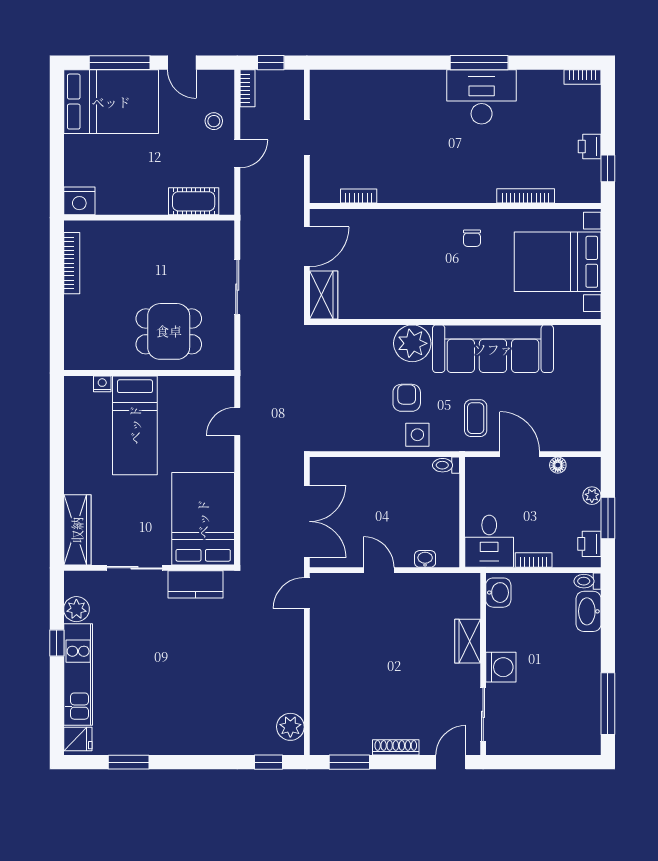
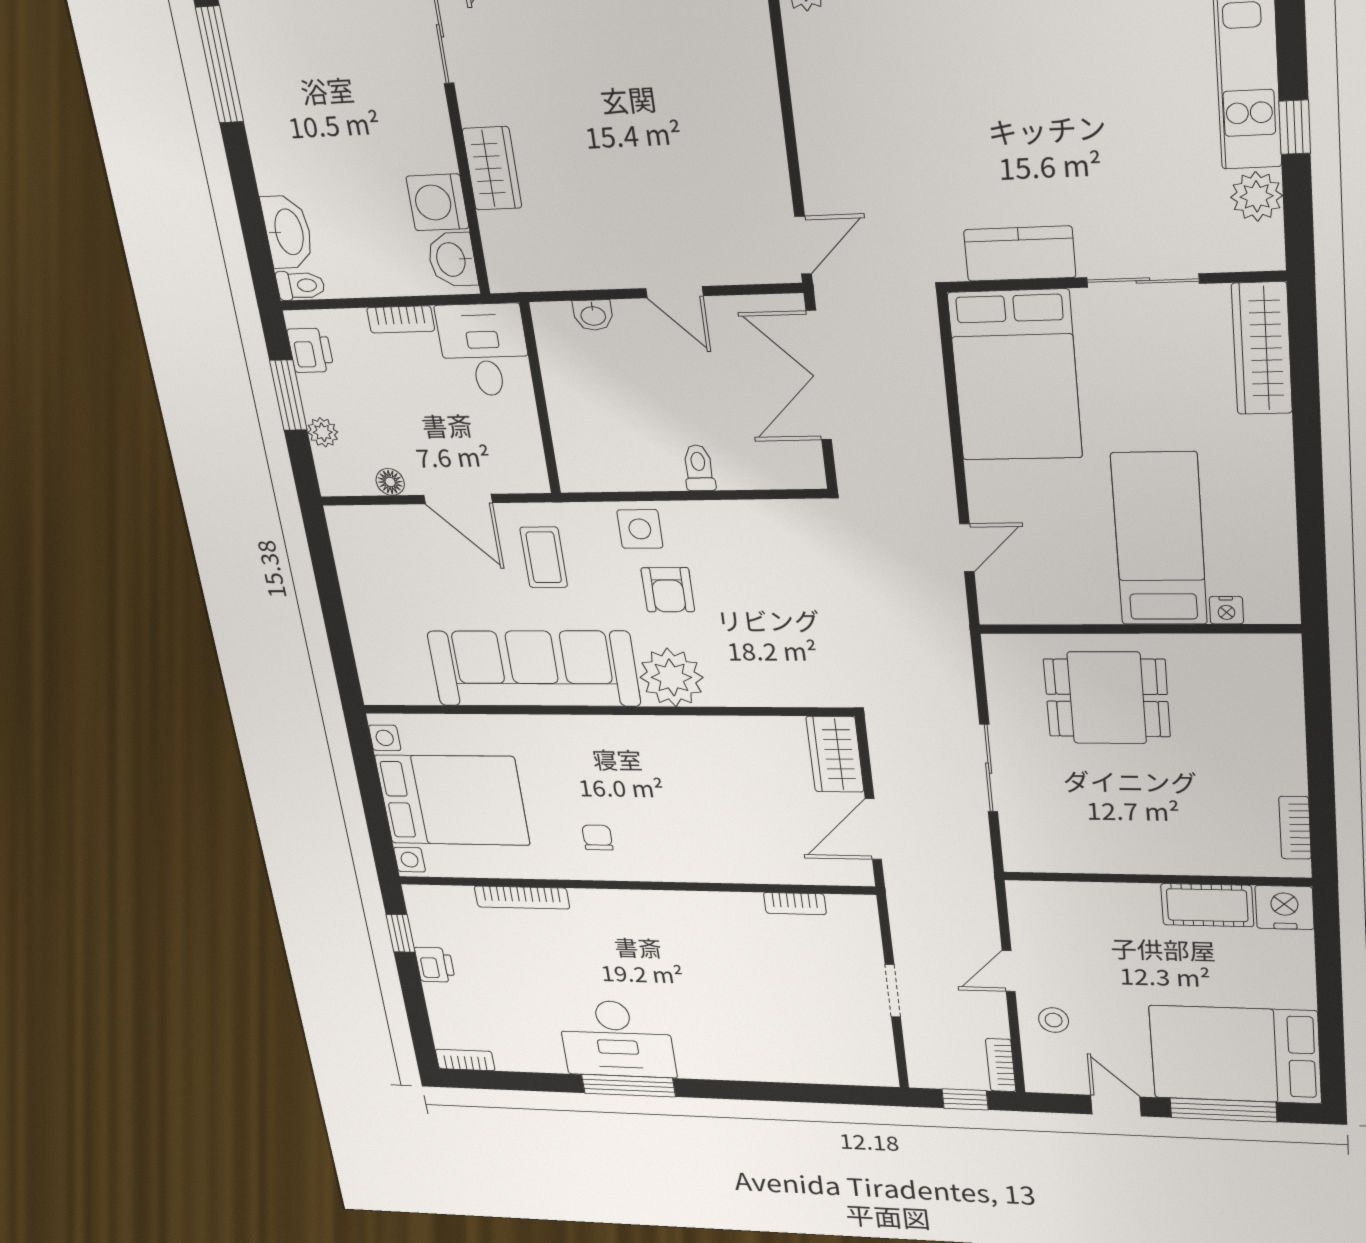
cot: (194, 201) -> (1207, 905), moved
bookcase: (72, 263) -> (1295, 828), width x0.64
toilet: (446, 465) -> (699, 468), moved, turned -90
washing machine: (501, 667) -> (437, 202), moved

